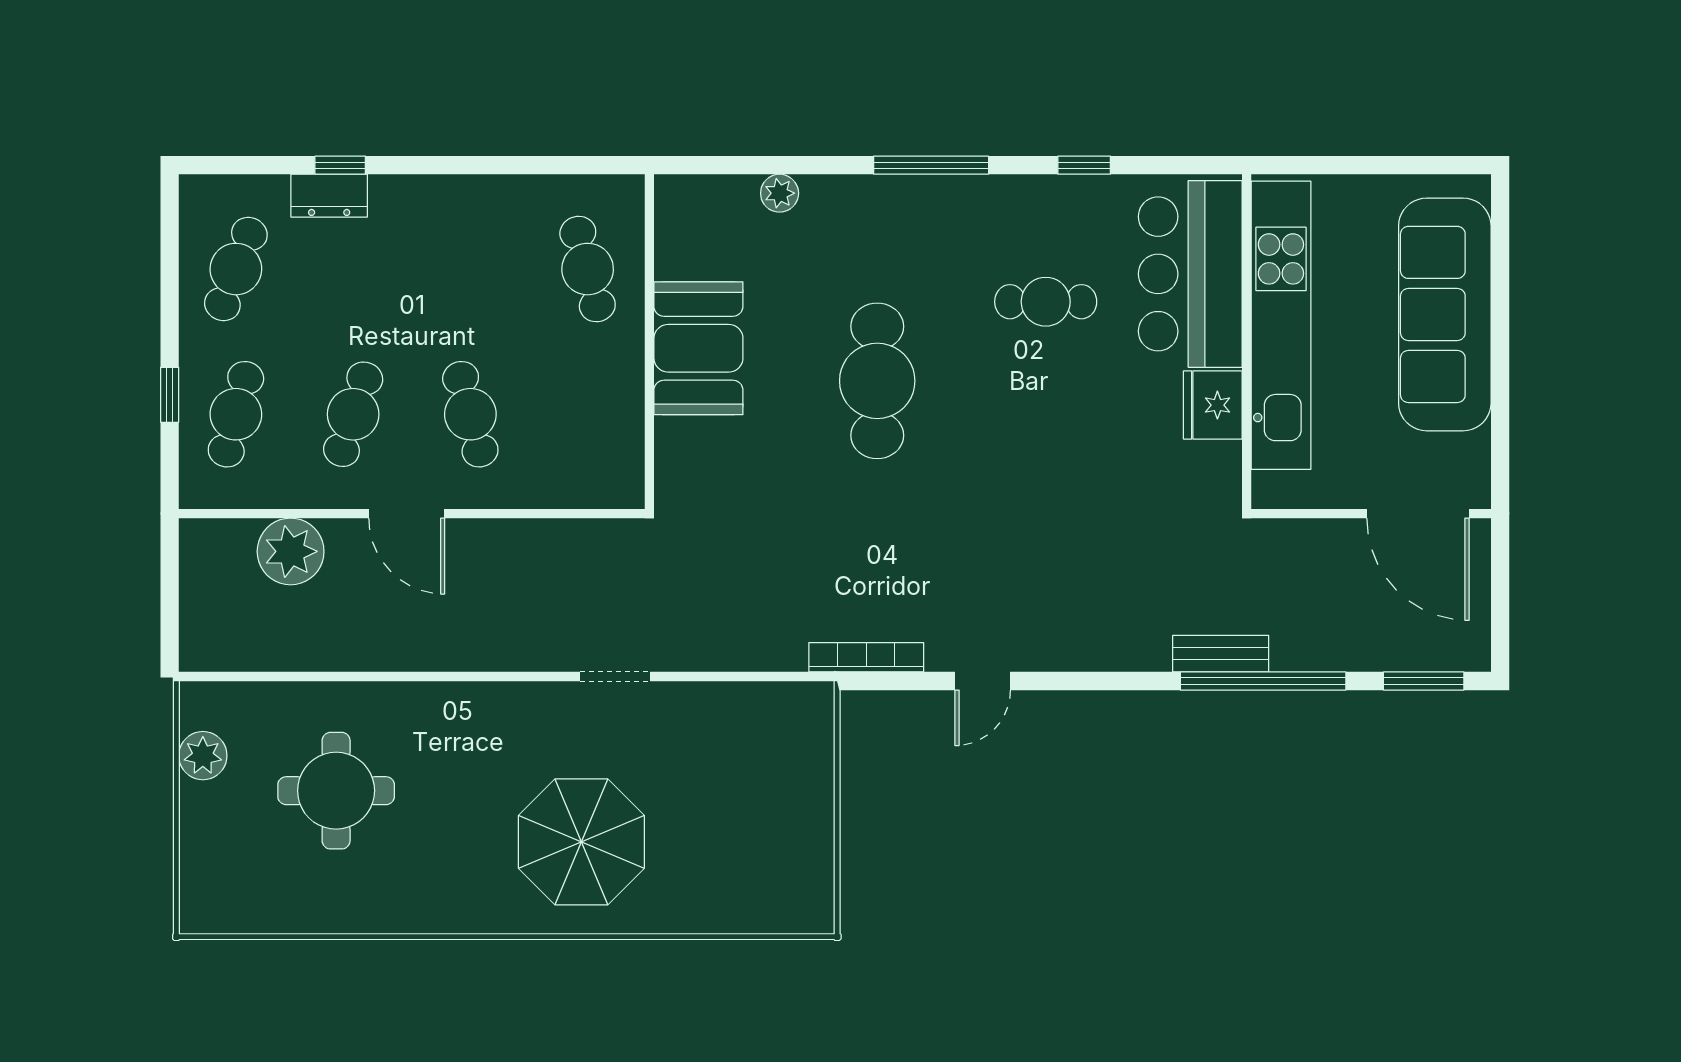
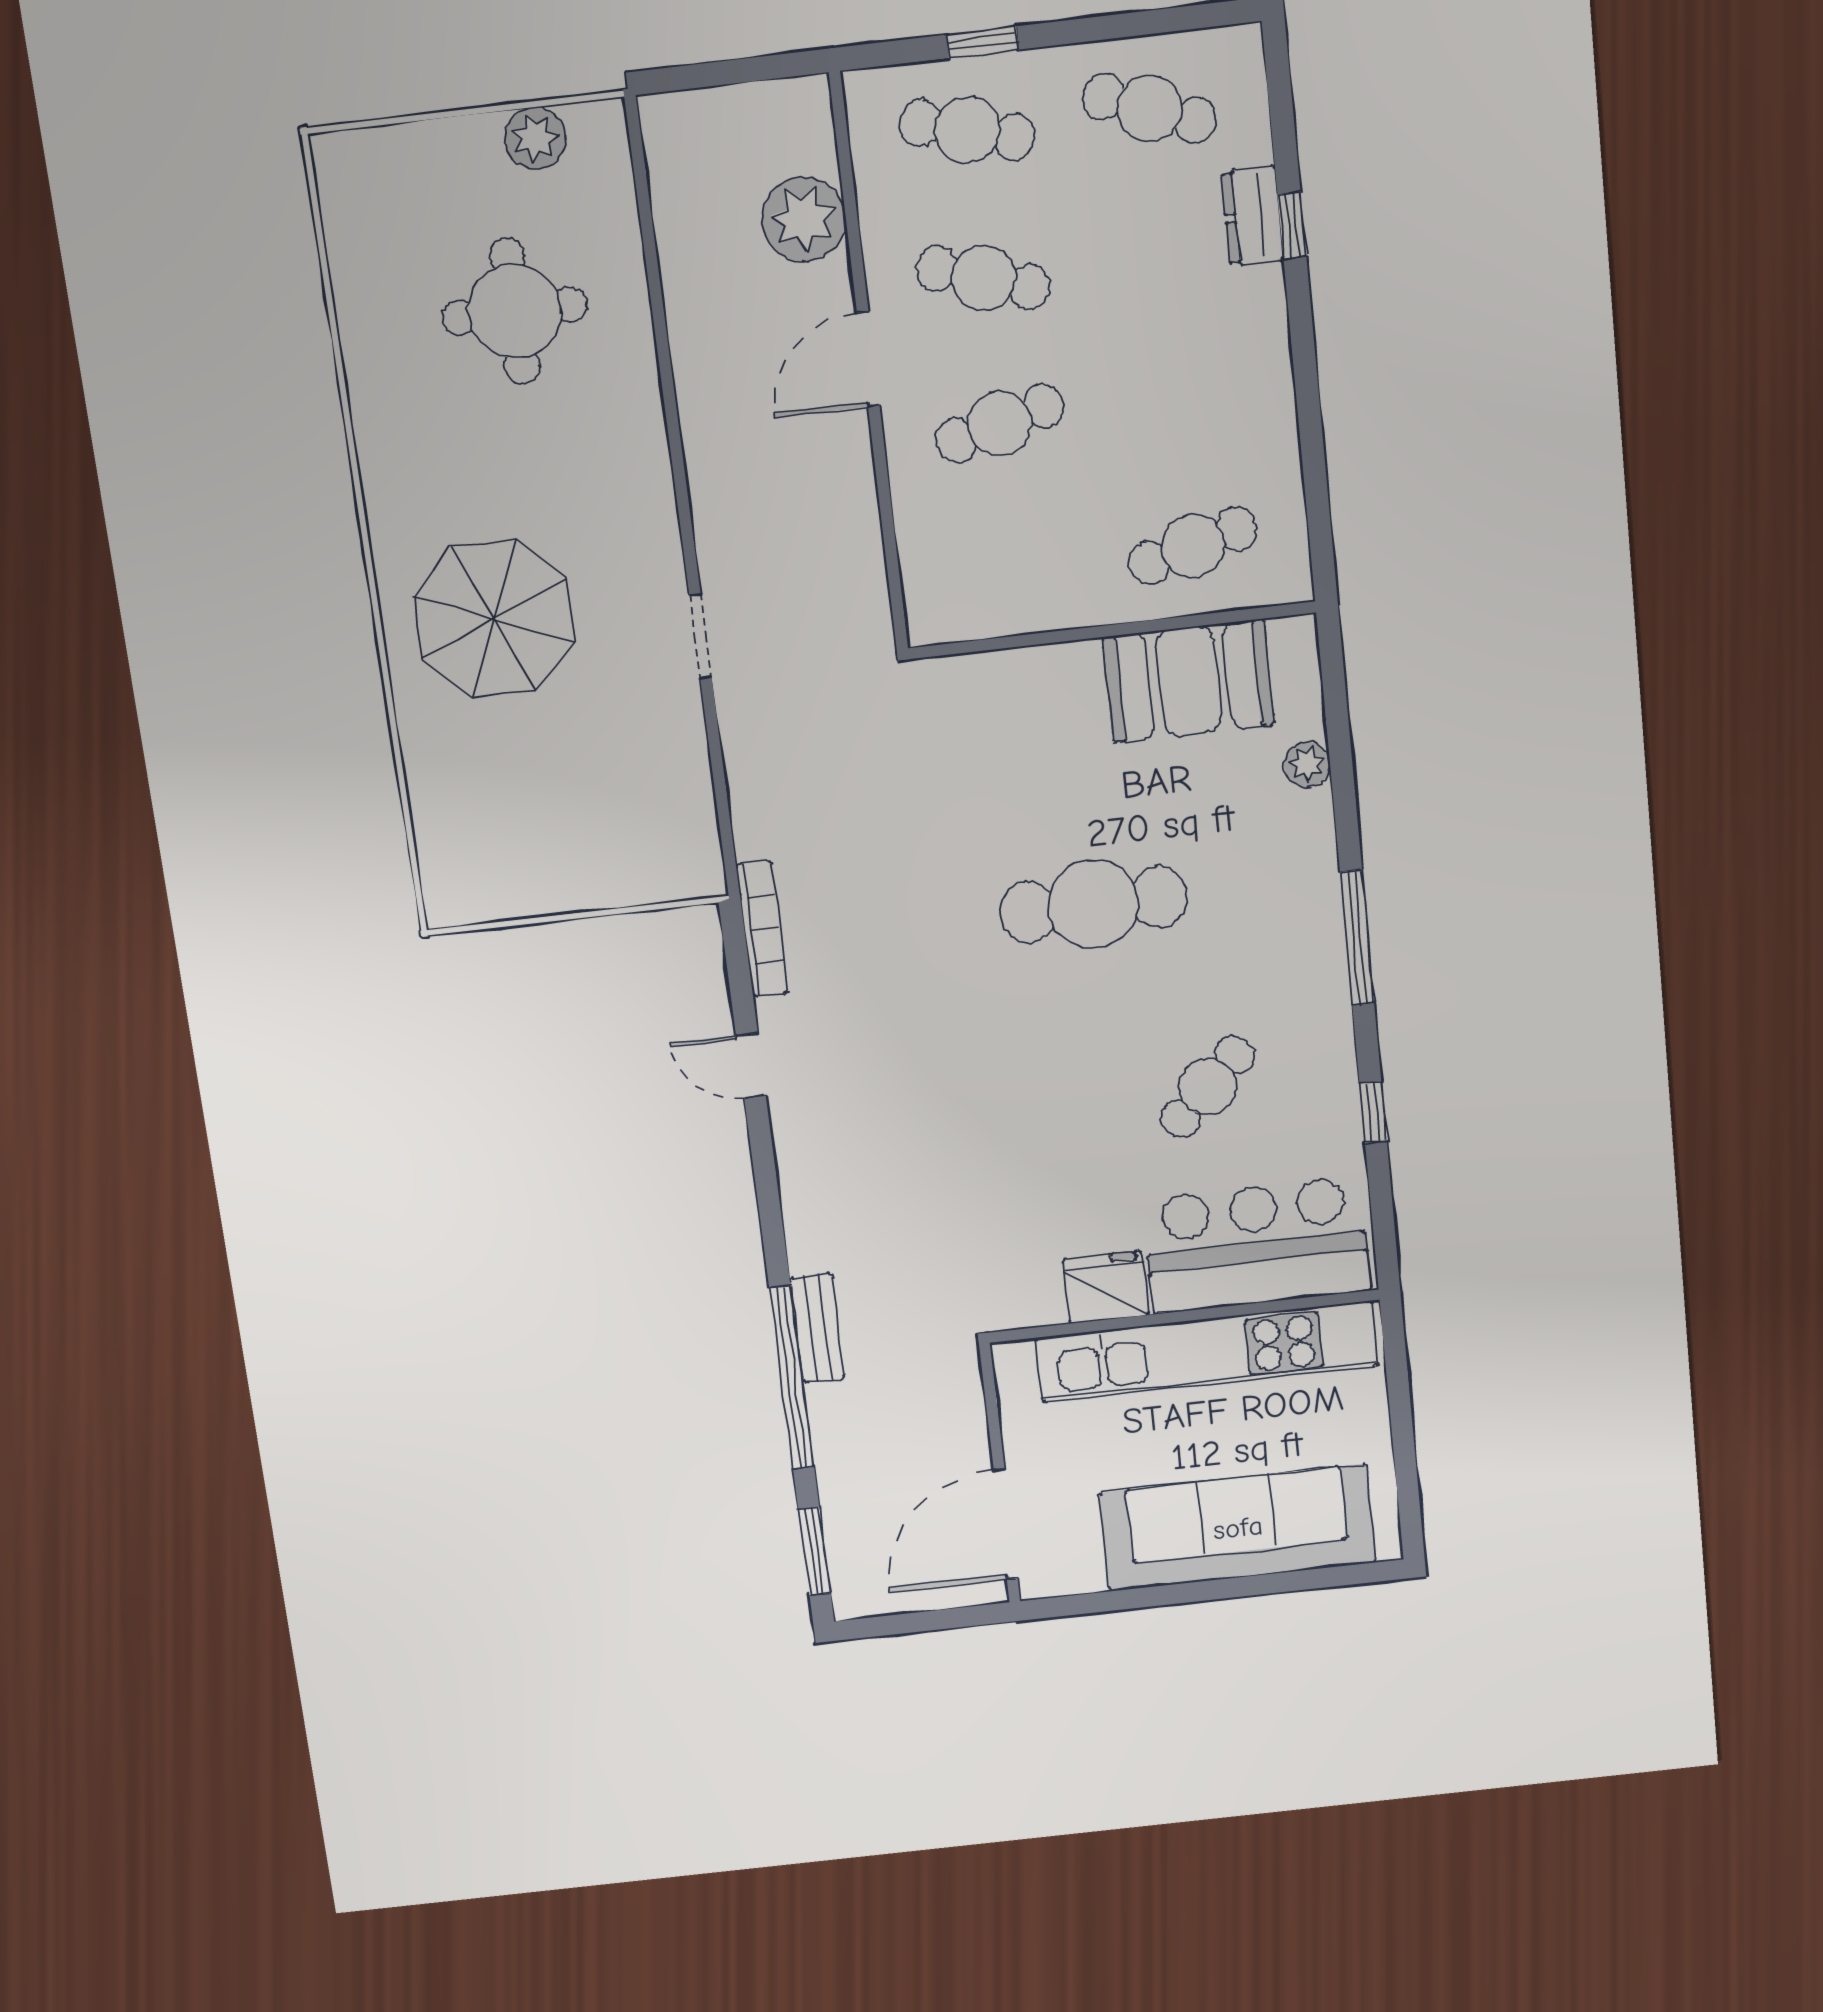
cafe table: (1046, 302) -> (1208, 1087), turned 45
booth: (698, 348) -> (1189, 681), moved

